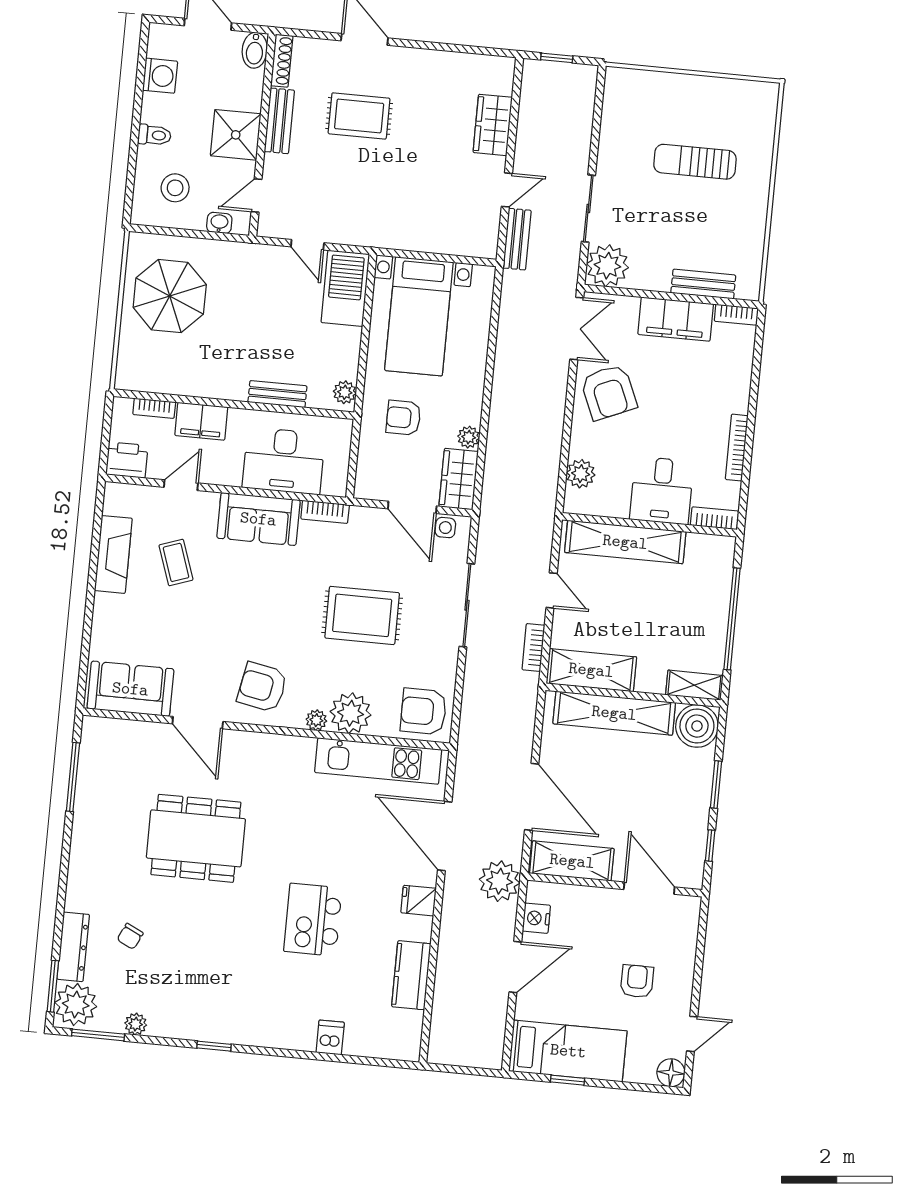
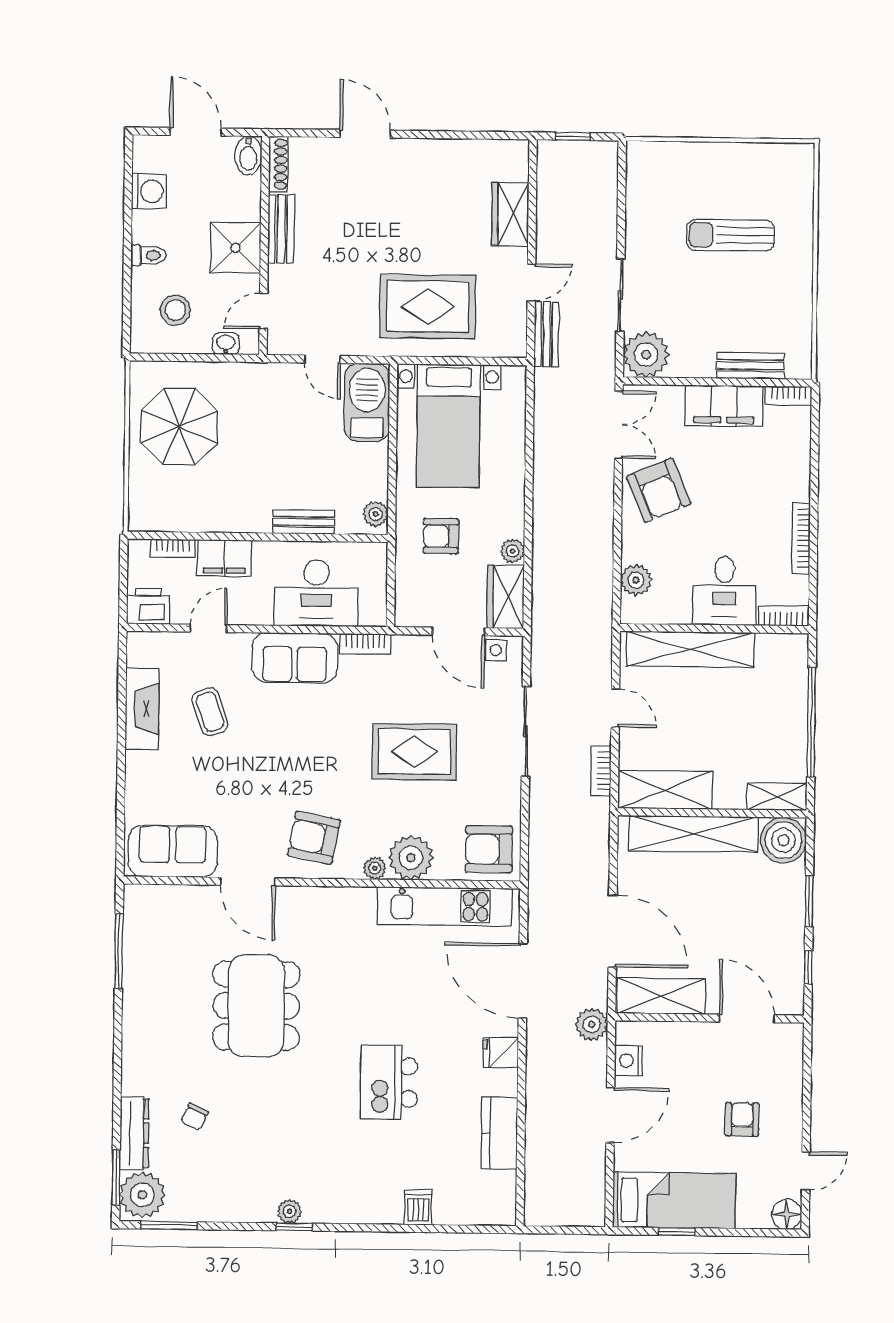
rug: (359, 116) -> (428, 307), moved, width x1.36, depth x1.43
dining table: (196, 838) -> (256, 1006), turned 90
plant: (500, 881) -> (592, 1024), width x0.73, depth x0.73
plant: (136, 1024) -> (290, 1211), moved

